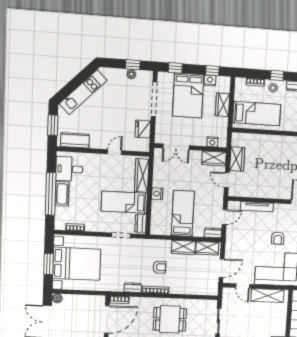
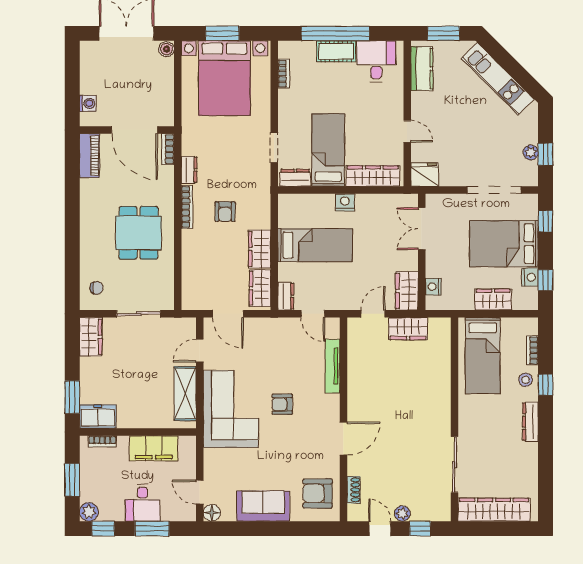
fridge: (143, 129) -> (424, 175), moved

